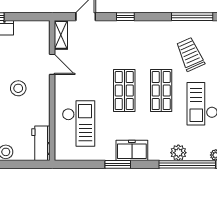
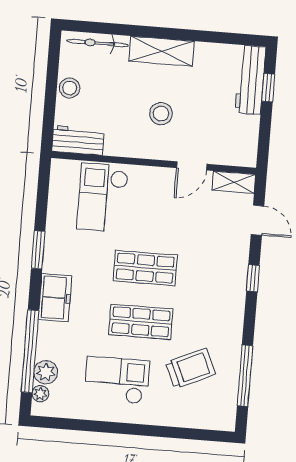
checkout: (79, 123) -> (103, 198), turned 90
freezer: (132, 150) -> (55, 298), moved
plant: (178, 153) -> (46, 372), moved

